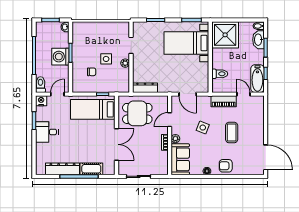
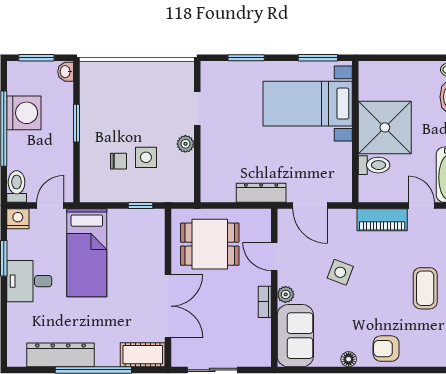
shower: (225, 35) -> (385, 127), moved
washing machine: (60, 57) -> (24, 113), moved, turned 180
side table: (106, 59) -> (146, 157), moved
dresser: (145, 88) -> (261, 193), moved
bed: (93, 109) -> (87, 253), moved, turned -90
door: (170, 120) -> (274, 257), hinge flipped
coffee table: (232, 133) -> (425, 288), moved
cot: (91, 169) -> (143, 355), moved

